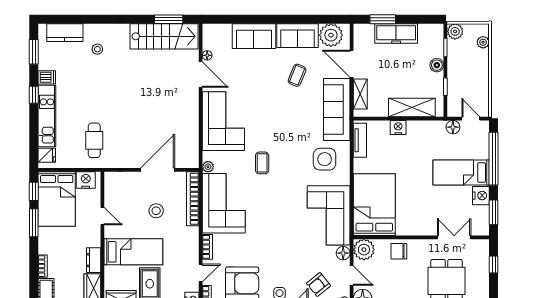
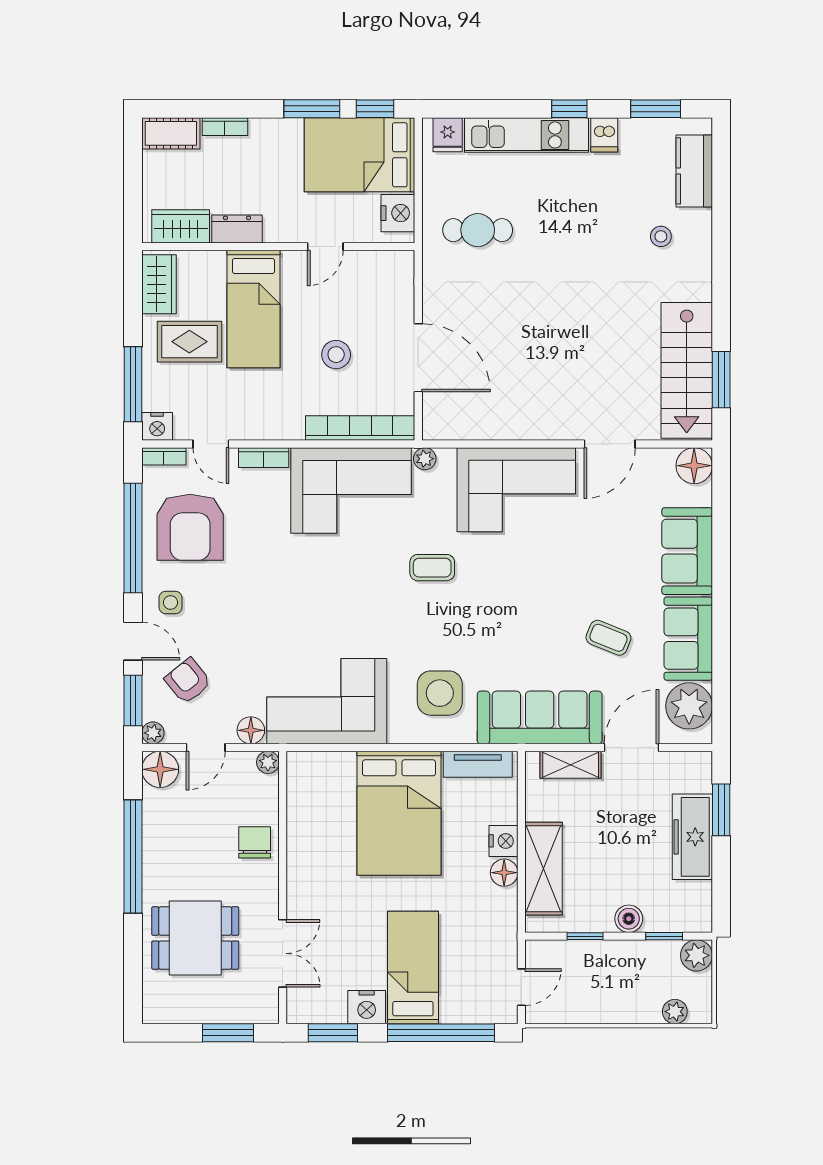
floor lamp: (207, 55) -> (694, 466), moved, width x1.89, depth x1.89
floor lamp: (453, 127) -> (504, 873), moved
bed: (374, 205) -> (399, 813), moved, turned 90
plant: (364, 250) -> (268, 762), width x0.53, depth x0.53
window: (494, 264) -> (228, 1033), width x1.50

